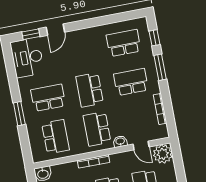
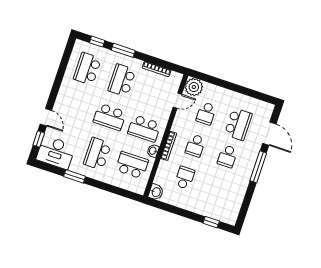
window: (19, 114) -> (75, 176), moved
washbasin: (120, 141) -> (153, 151), moved

